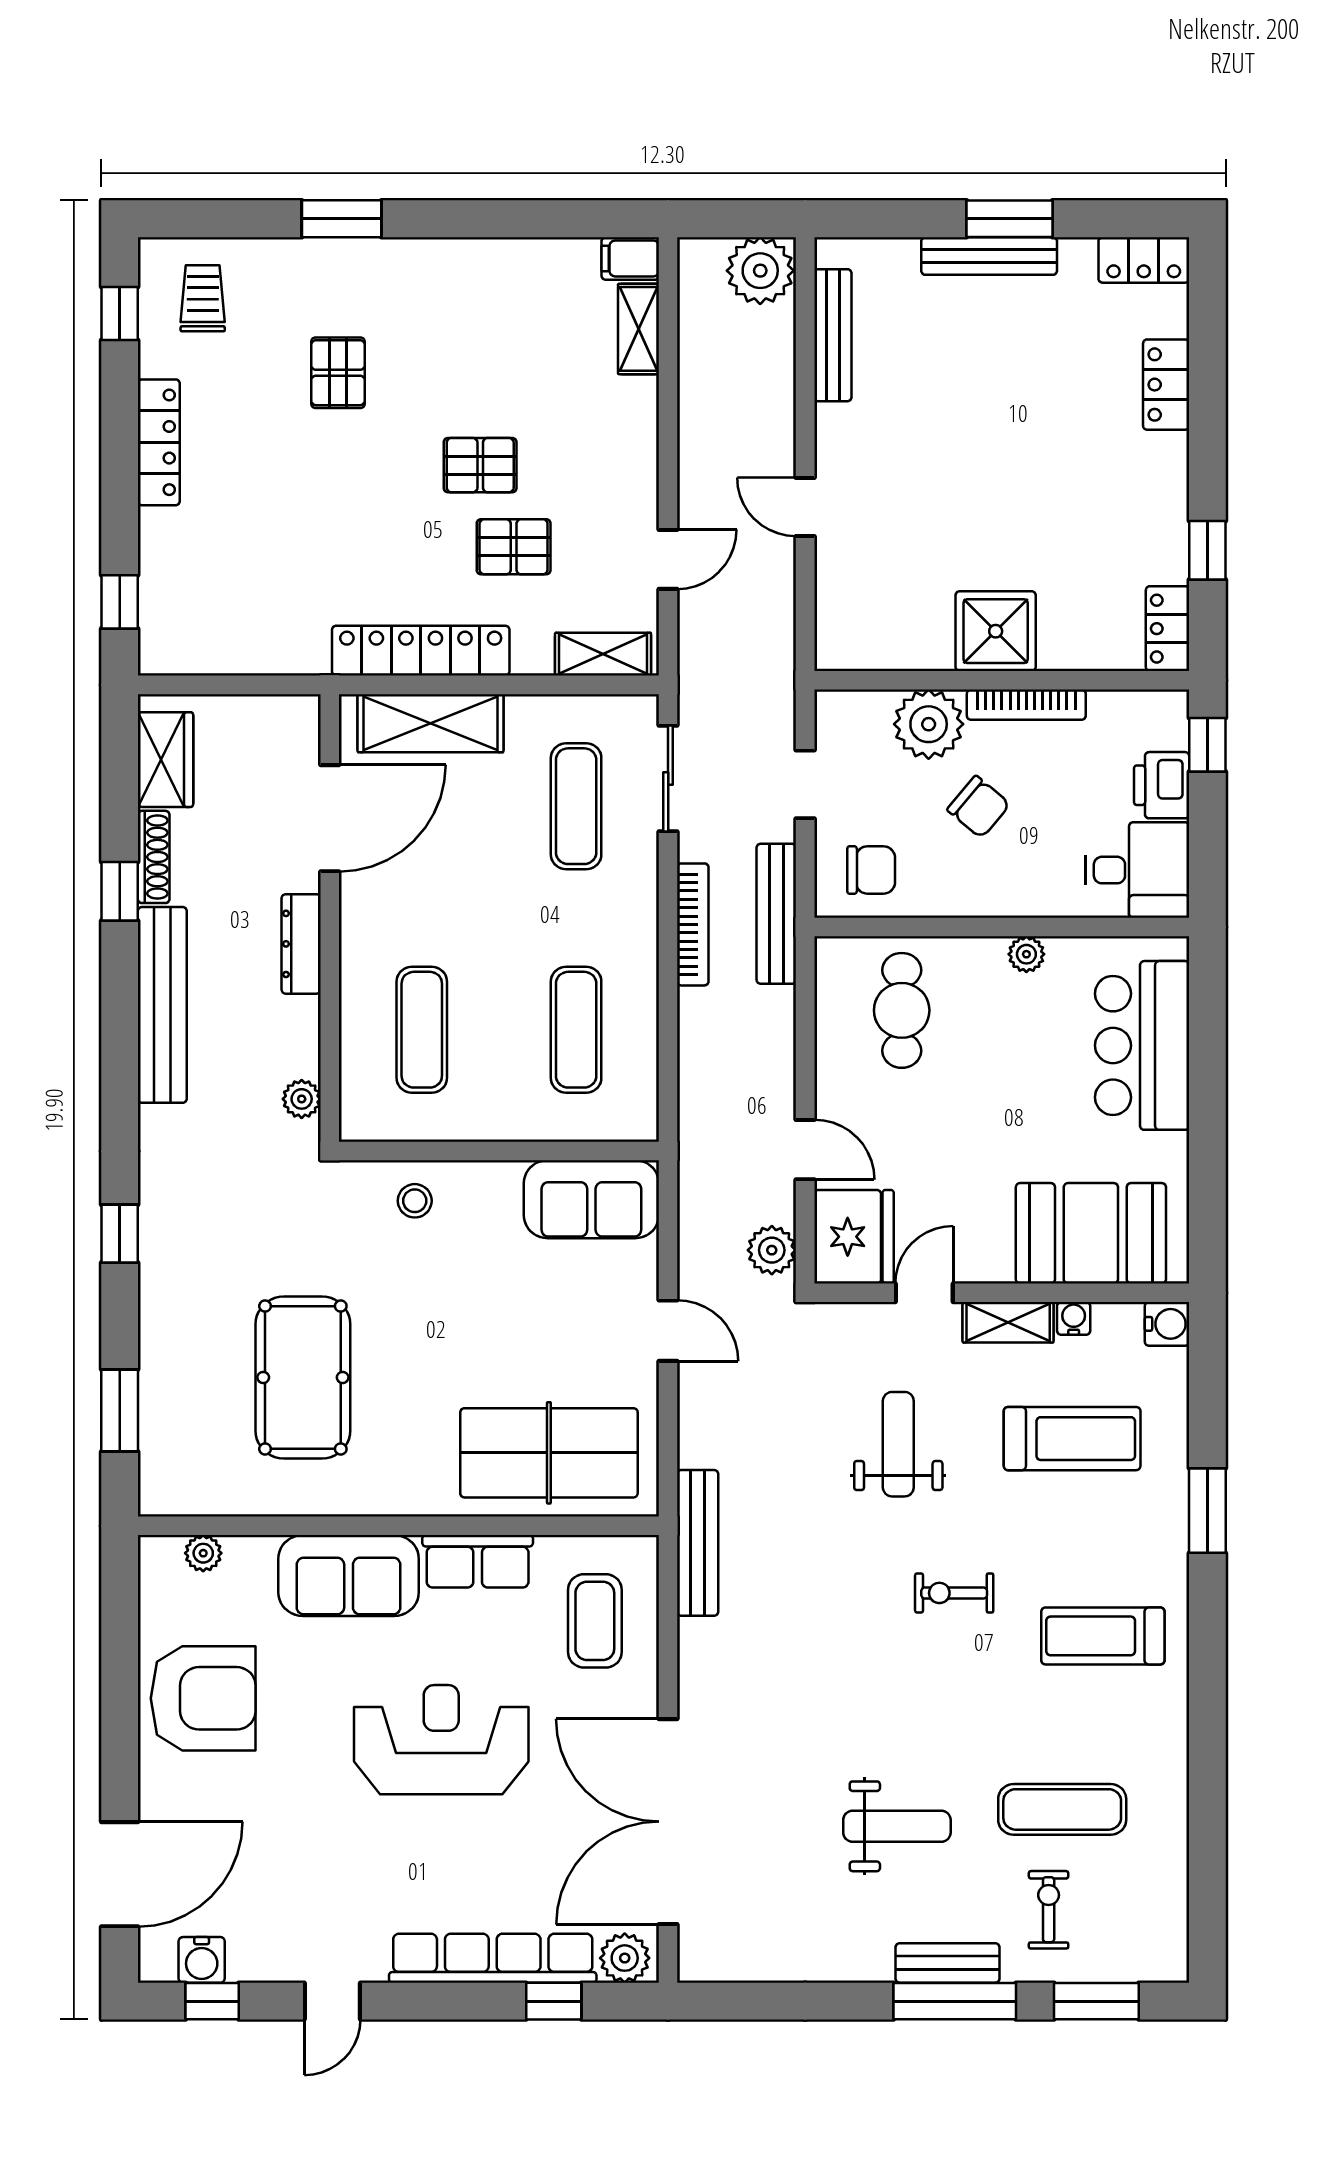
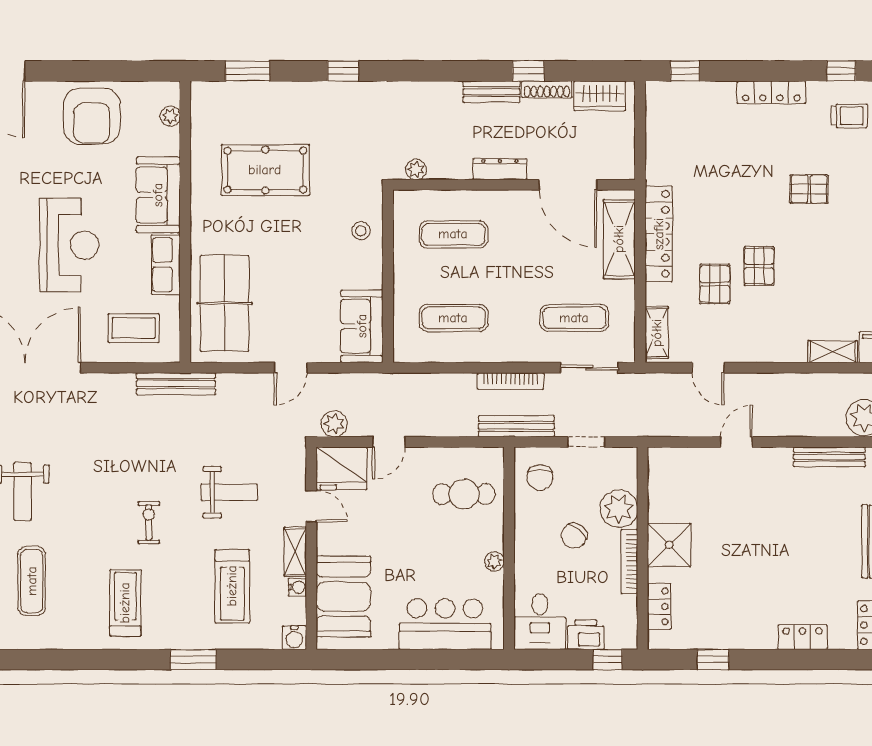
locker: (1168, 629) -> (659, 606), moved, turned 90
bench: (162, 1005) -> (491, 92), width x0.54, depth x0.82

